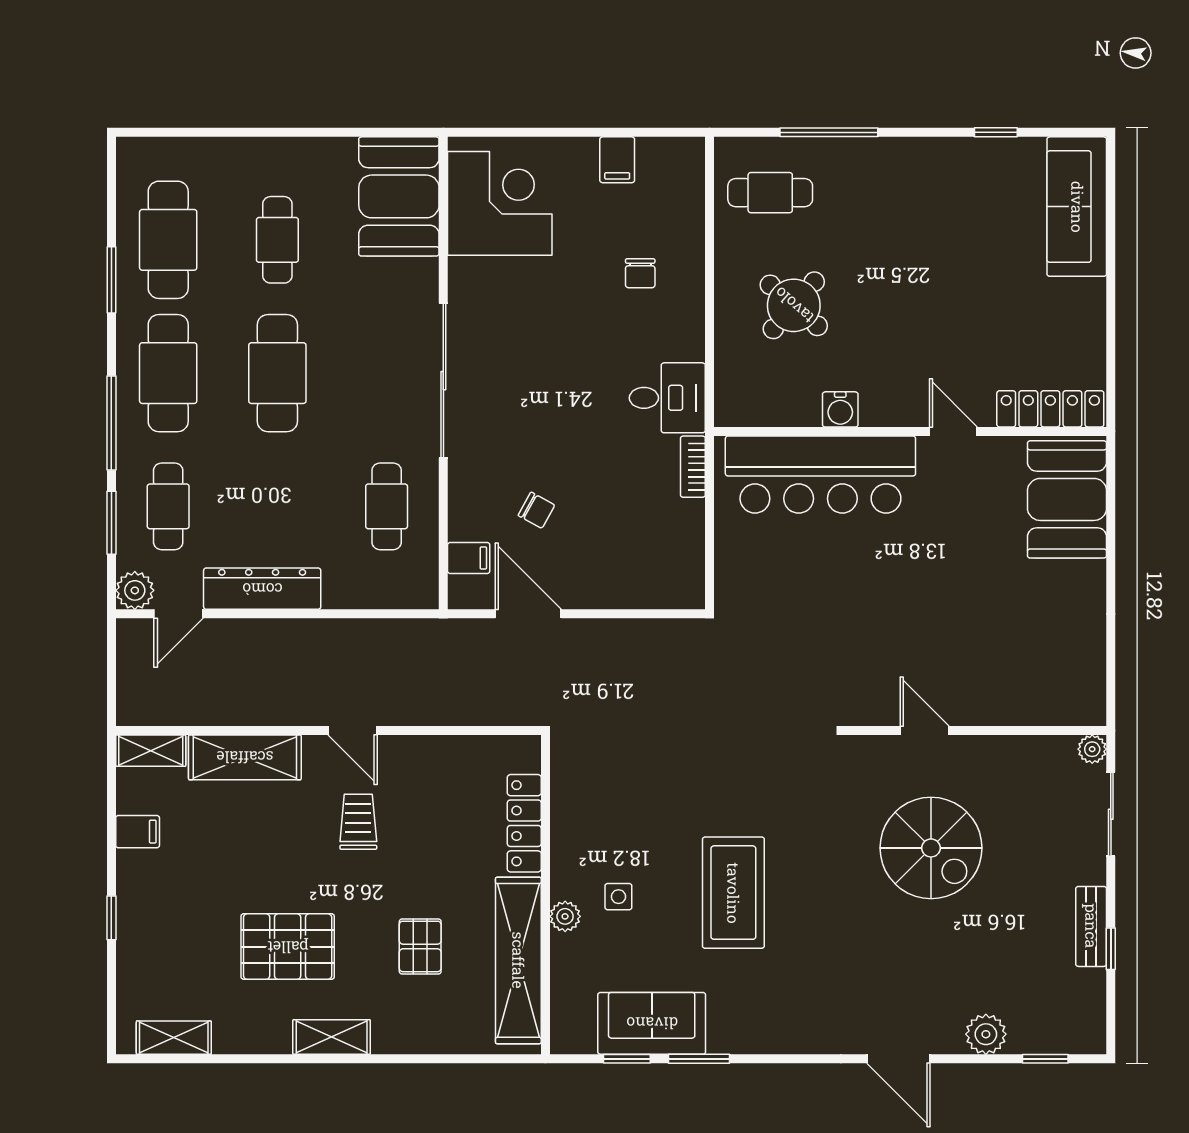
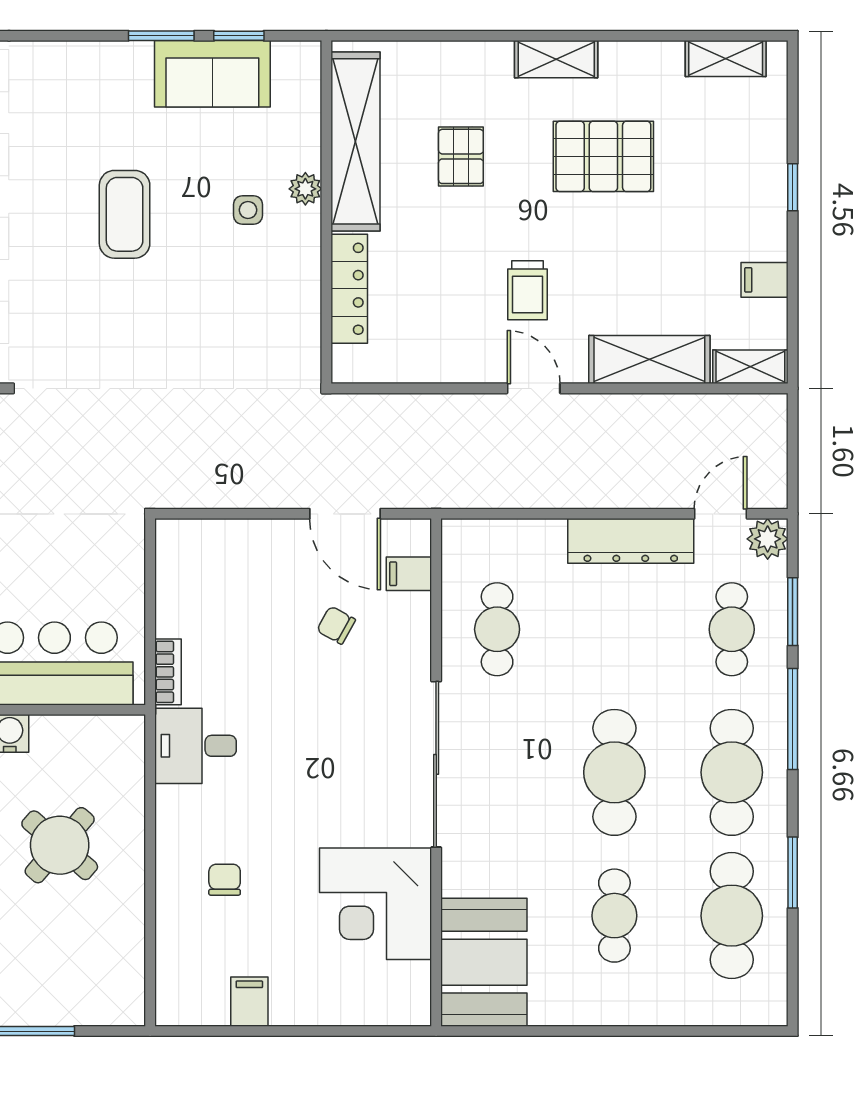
cafe table: (770, 193) -> (85, 966), removed
corner desk: (500, 203) -> (376, 904), moved
coffee table: (733, 893) -> (125, 214), width x0.73, depth x0.76

